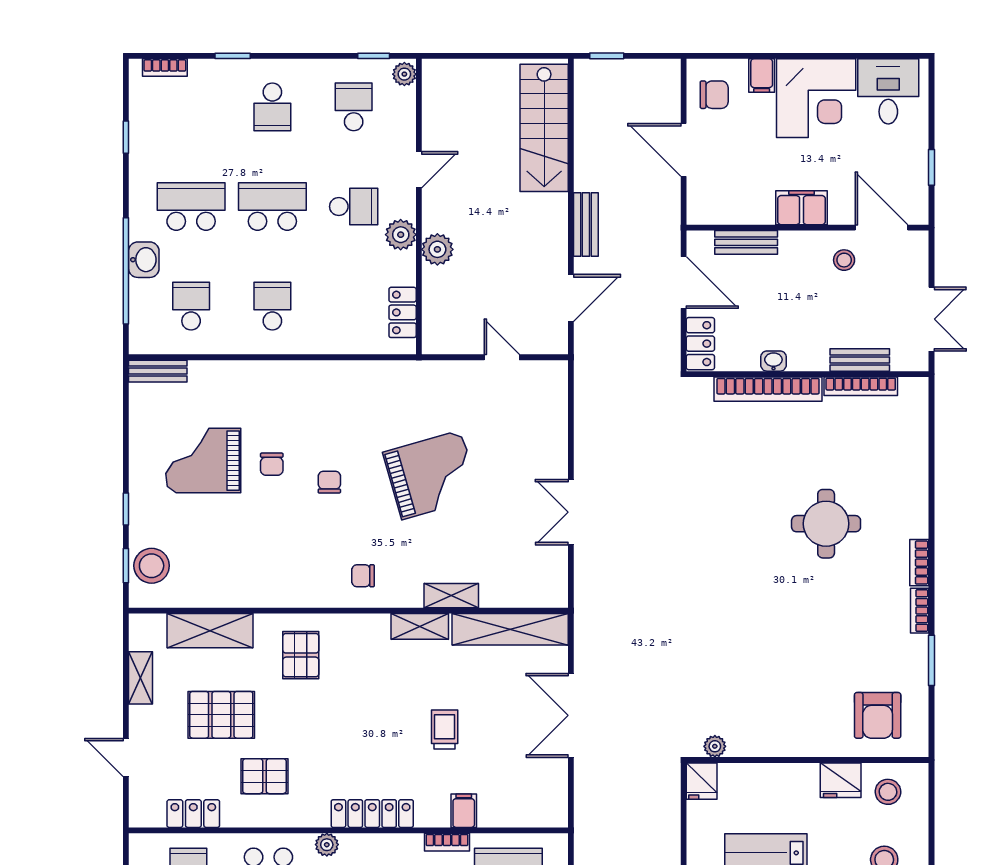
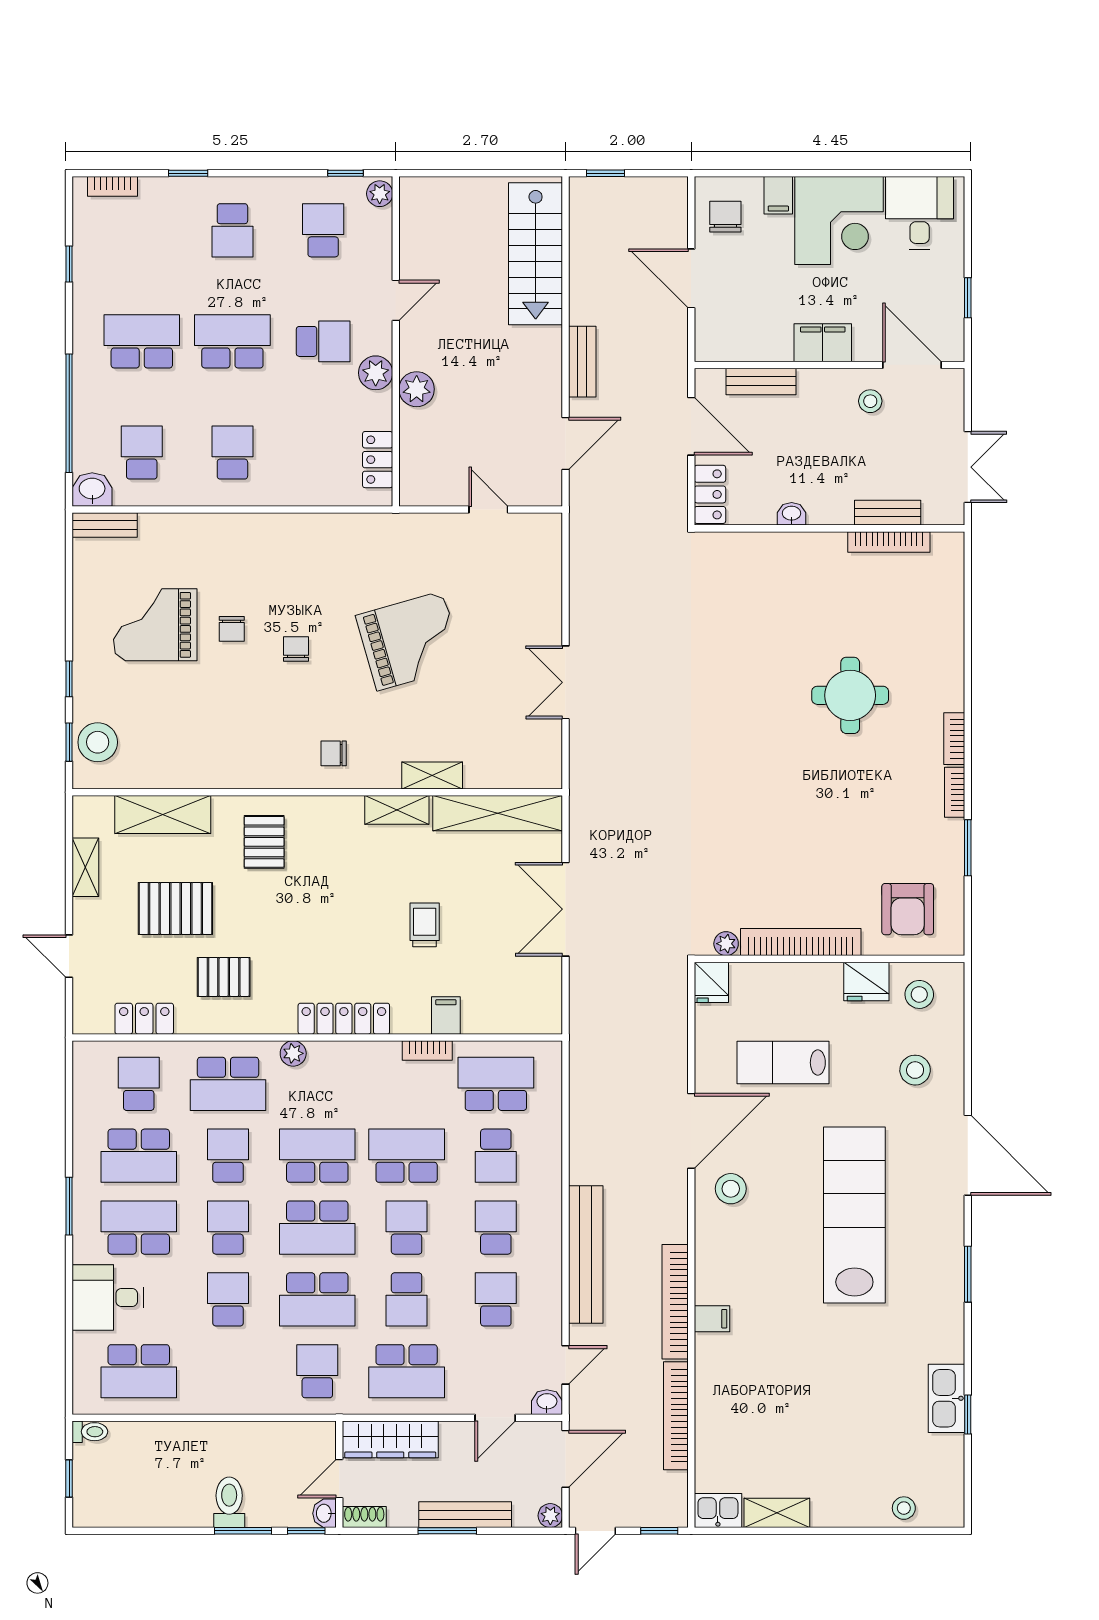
chair: (714, 95) -> (725, 217), turned -90
washbasin: (144, 260) -> (92, 490), moved, turned -90
bookcase: (768, 389) -> (801, 942), moved, turned 180

